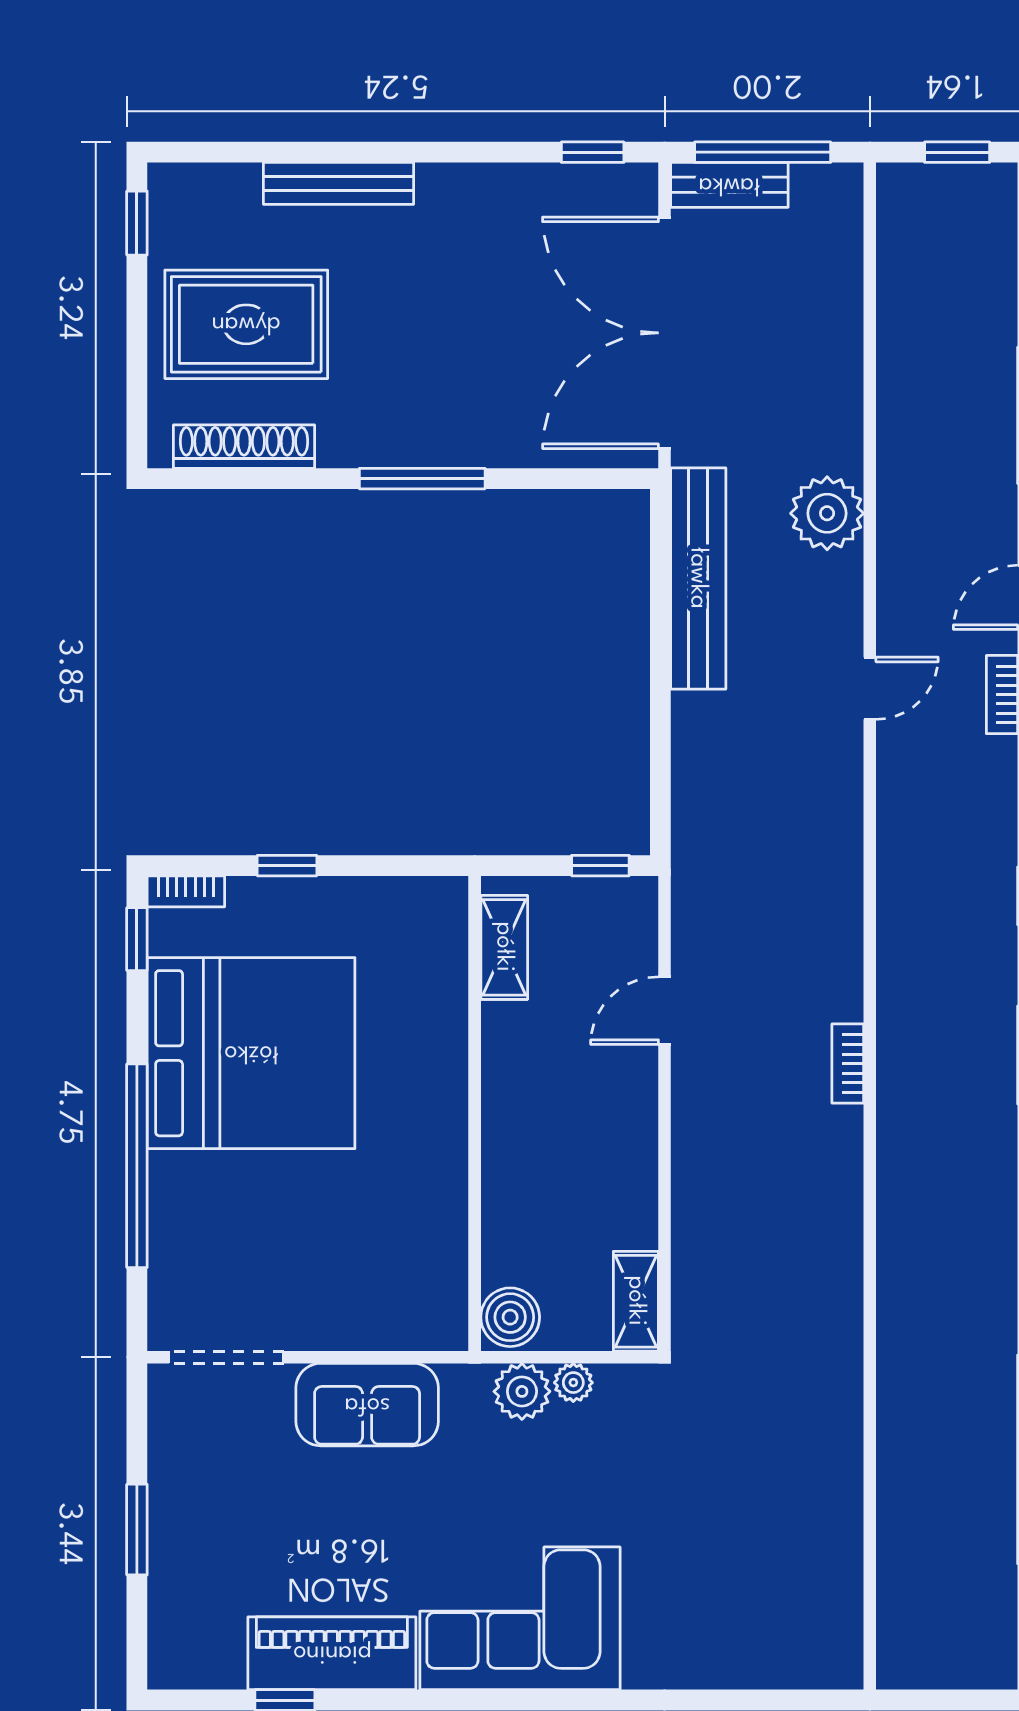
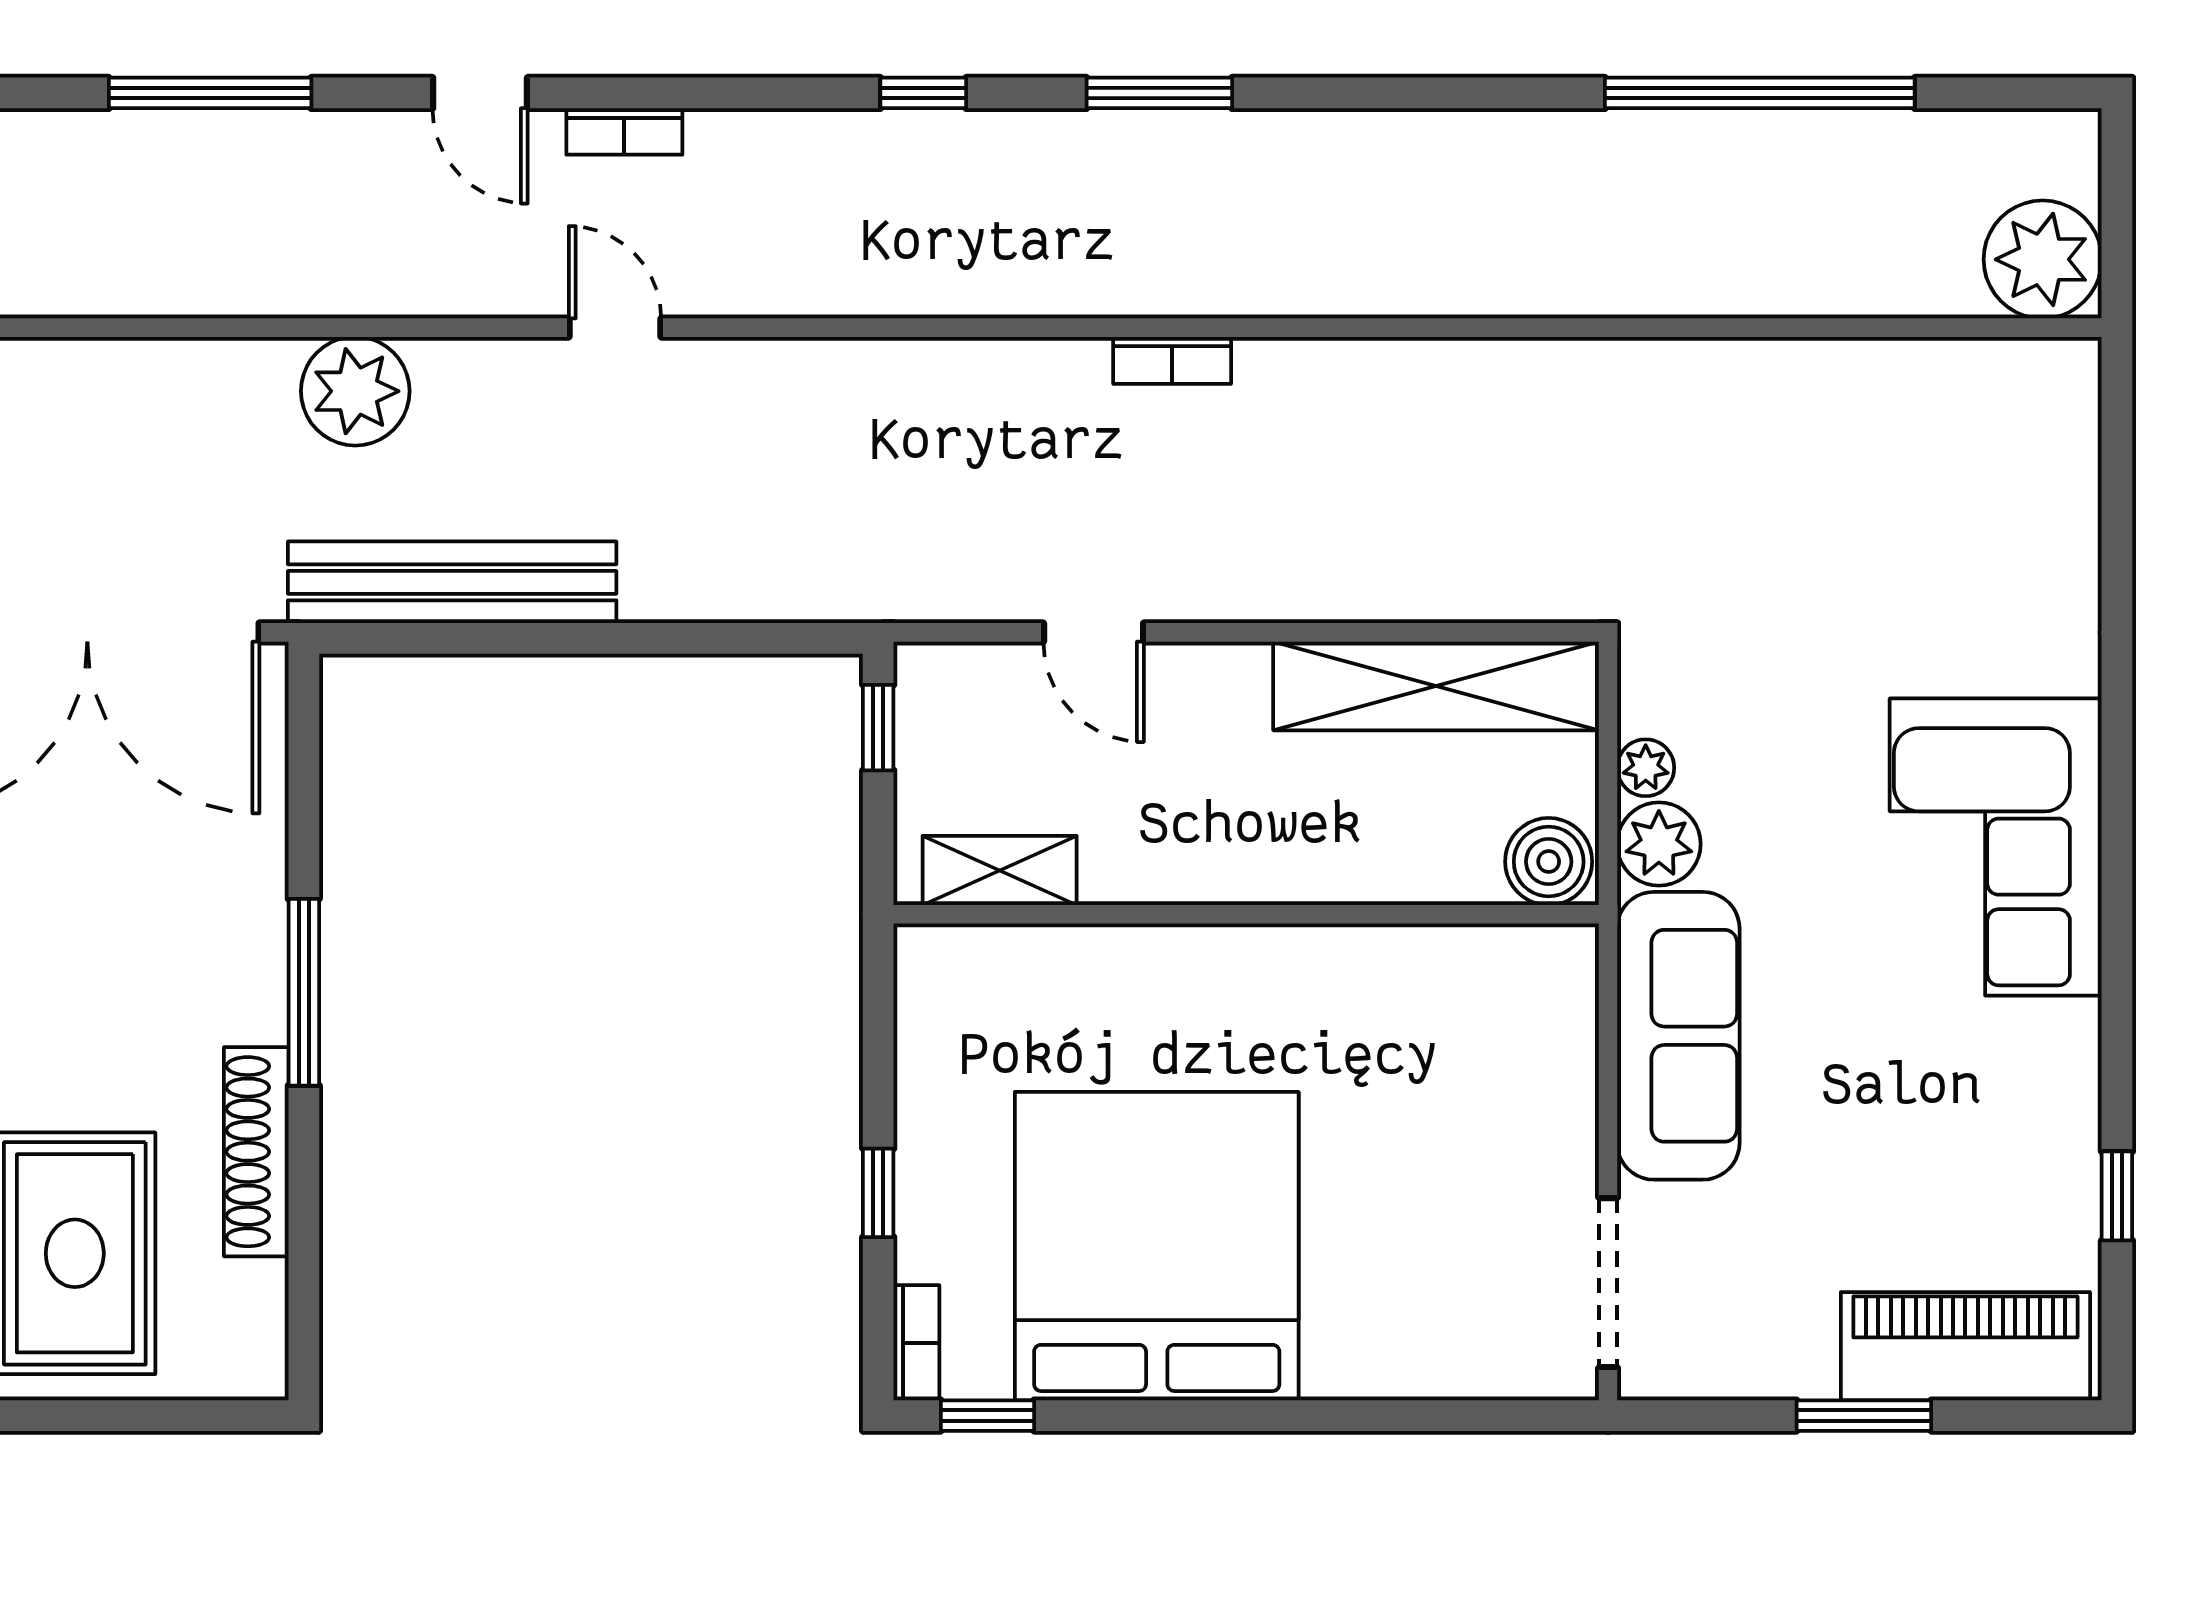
shoe rack: (244, 447) -> (256, 1152), moved
window: (137, 1166) -> (1324, 1416), removed
shelving: (636, 1301) -> (1436, 686), width x2.20, depth x1.33
sofa: (367, 1405) -> (1678, 1036), width x1.36
plant: (916, 1650) -> (2043, 259), added
piano: (332, 1653) -> (1965, 1346), moved, turned 90

